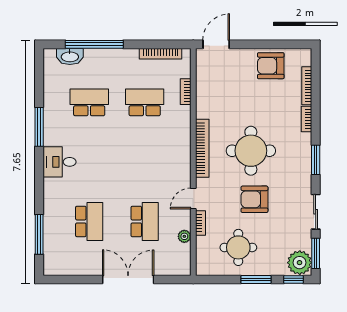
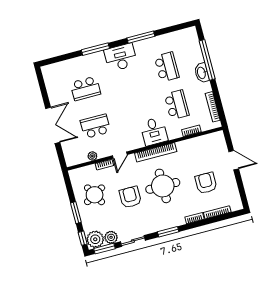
door: (216, 44) -> (234, 160), moved
washbasin: (70, 56) -> (202, 73), moved
armchair: (271, 66) -> (206, 183), moved
desk: (173, 143) -> (154, 131), added
desk: (59, 162) -> (121, 57), width x1.37
door: (193, 198) -> (120, 155), swing flipped
school desk: (145, 221) -> (95, 126), turned 180
window: (39, 234) -> (95, 49), moved
plant: (303, 240) -> (111, 237), added
round table: (238, 247) -> (95, 195), turned -30

